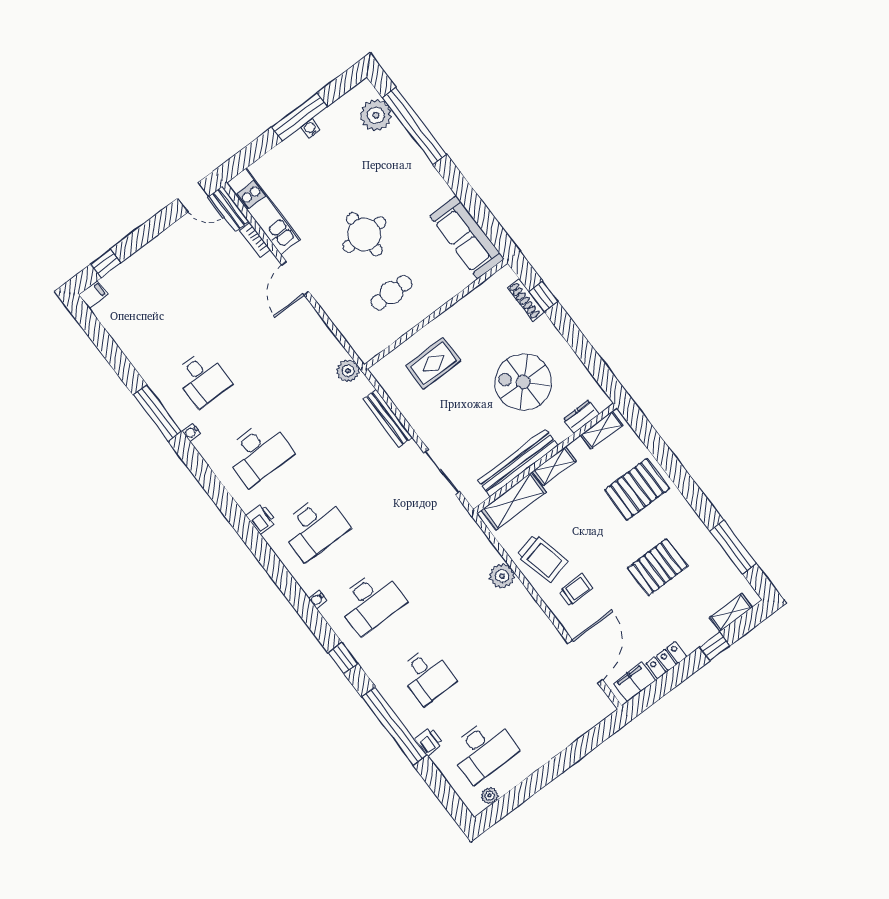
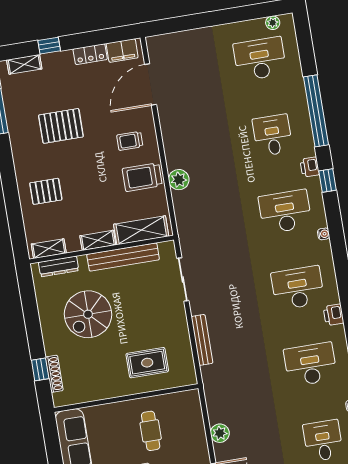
cafe table: (391, 293) -> (151, 431), turned 90
plant: (348, 371) -> (220, 433), moved
spiral stairs: (523, 382) -> (88, 314), turned 90
dresser: (581, 416) -> (59, 266), width x1.44
pallet: (637, 489) -> (46, 191), width x0.67, depth x0.71
trolley: (542, 558) -> (142, 177), turned -76
printer: (429, 741) -> (310, 167), moved

